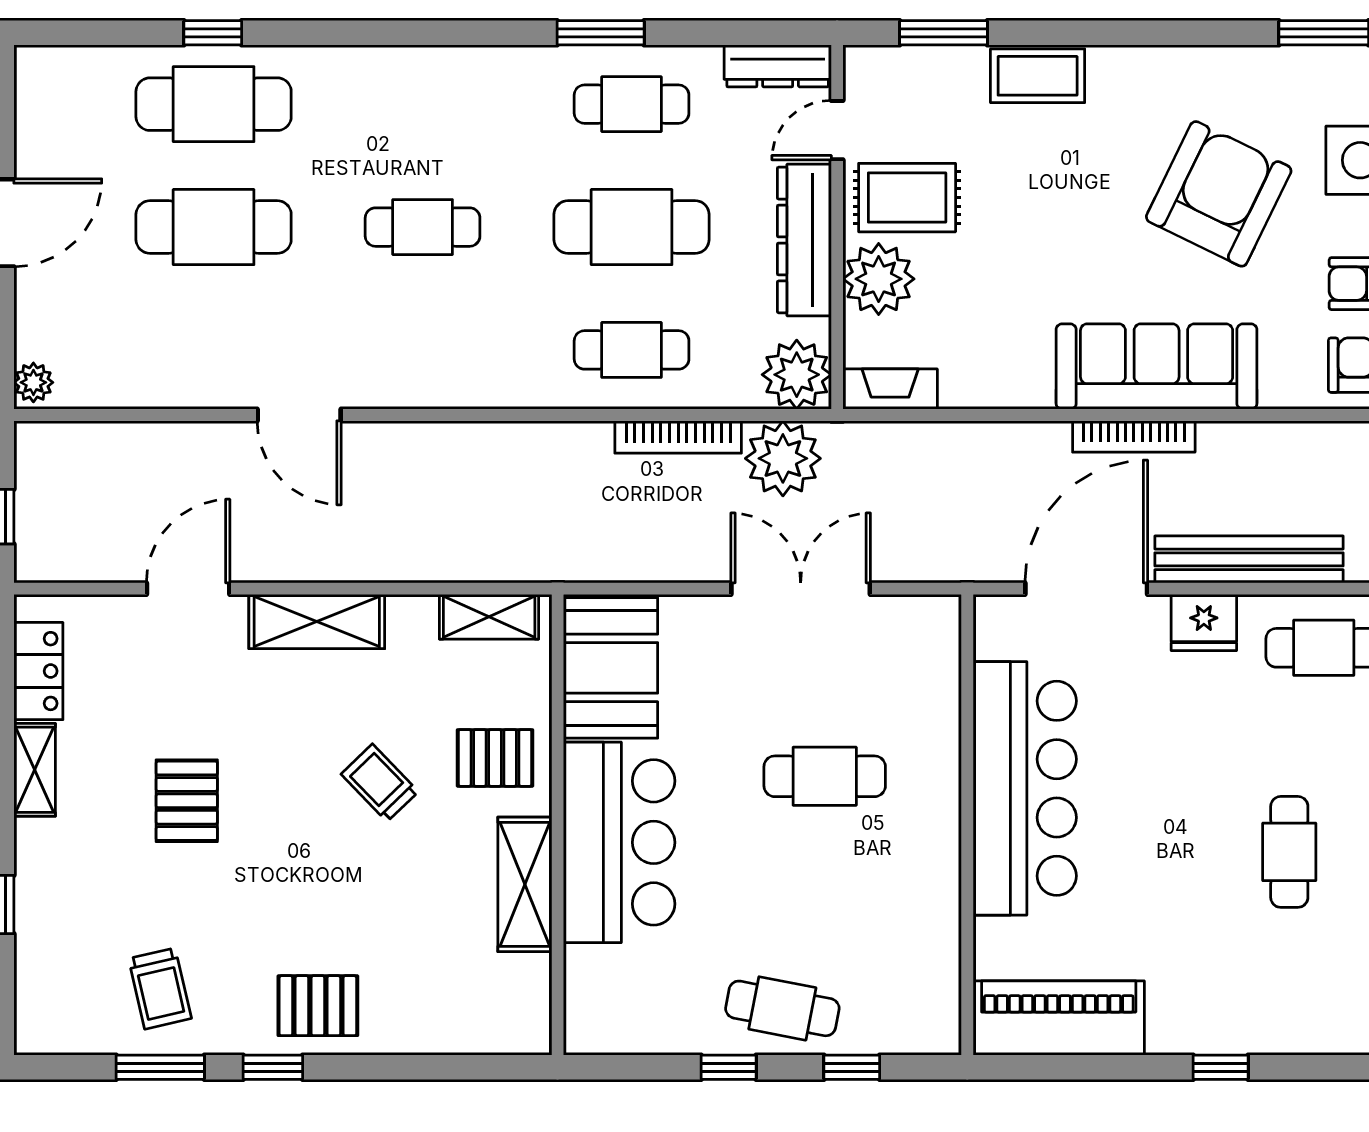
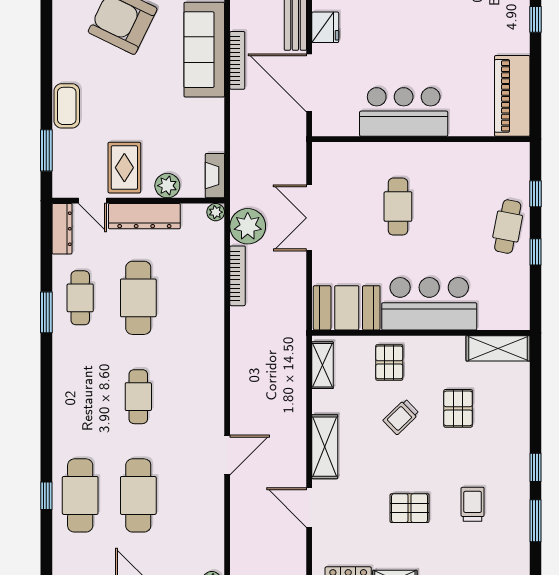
plant: (879, 279) -> (167, 186), width x0.73, depth x0.73
cafe table: (632, 350) -> (196, 298), removed
plant: (797, 375) -> (216, 212), width x0.53, depth x0.53
bar counter: (1025, 788) -> (404, 112), width x0.73
shelving: (525, 884) -> (498, 348), moved
trolley: (160, 989) -> (473, 504), moved, turned -77
pallet: (318, 1006) -> (458, 408), moved

